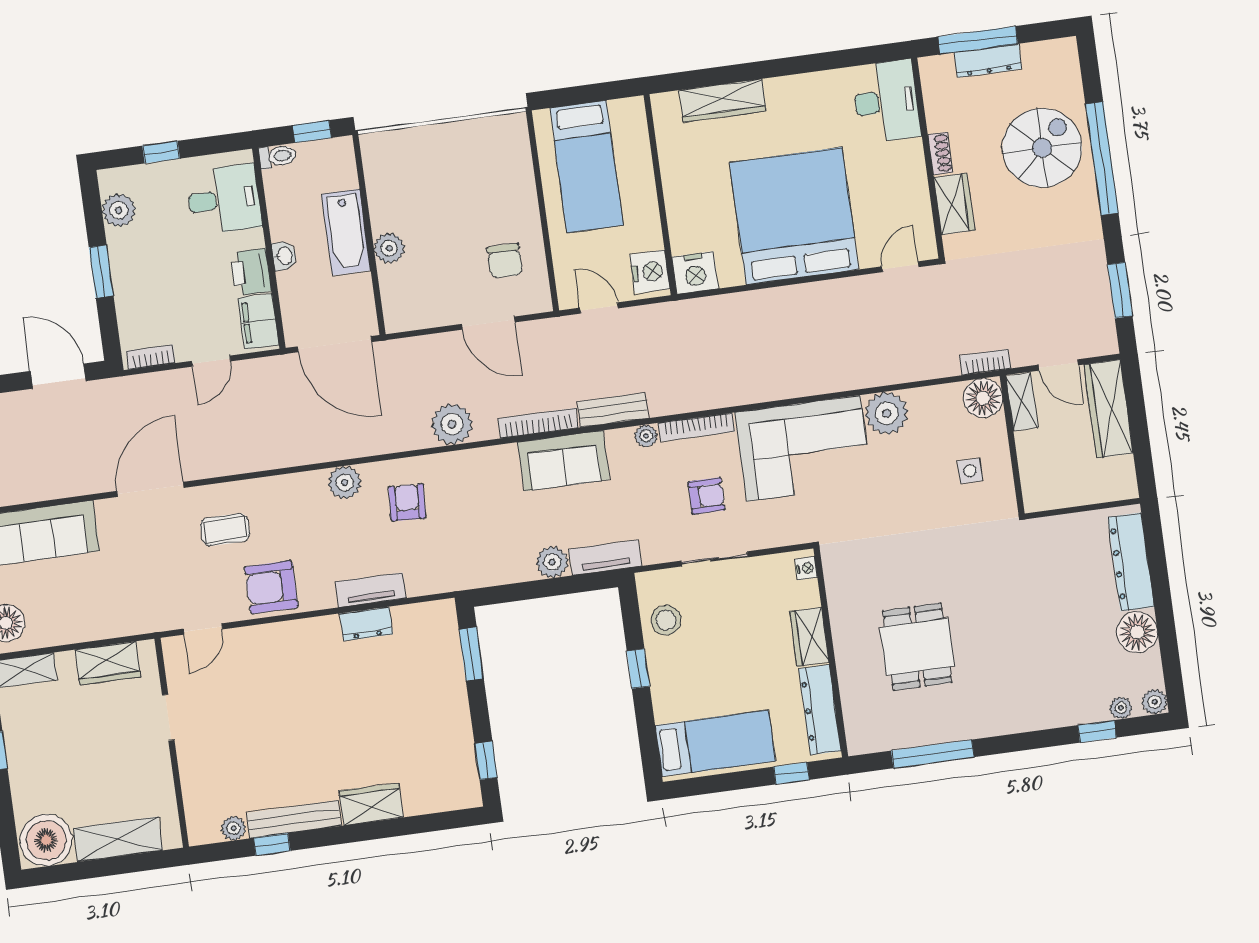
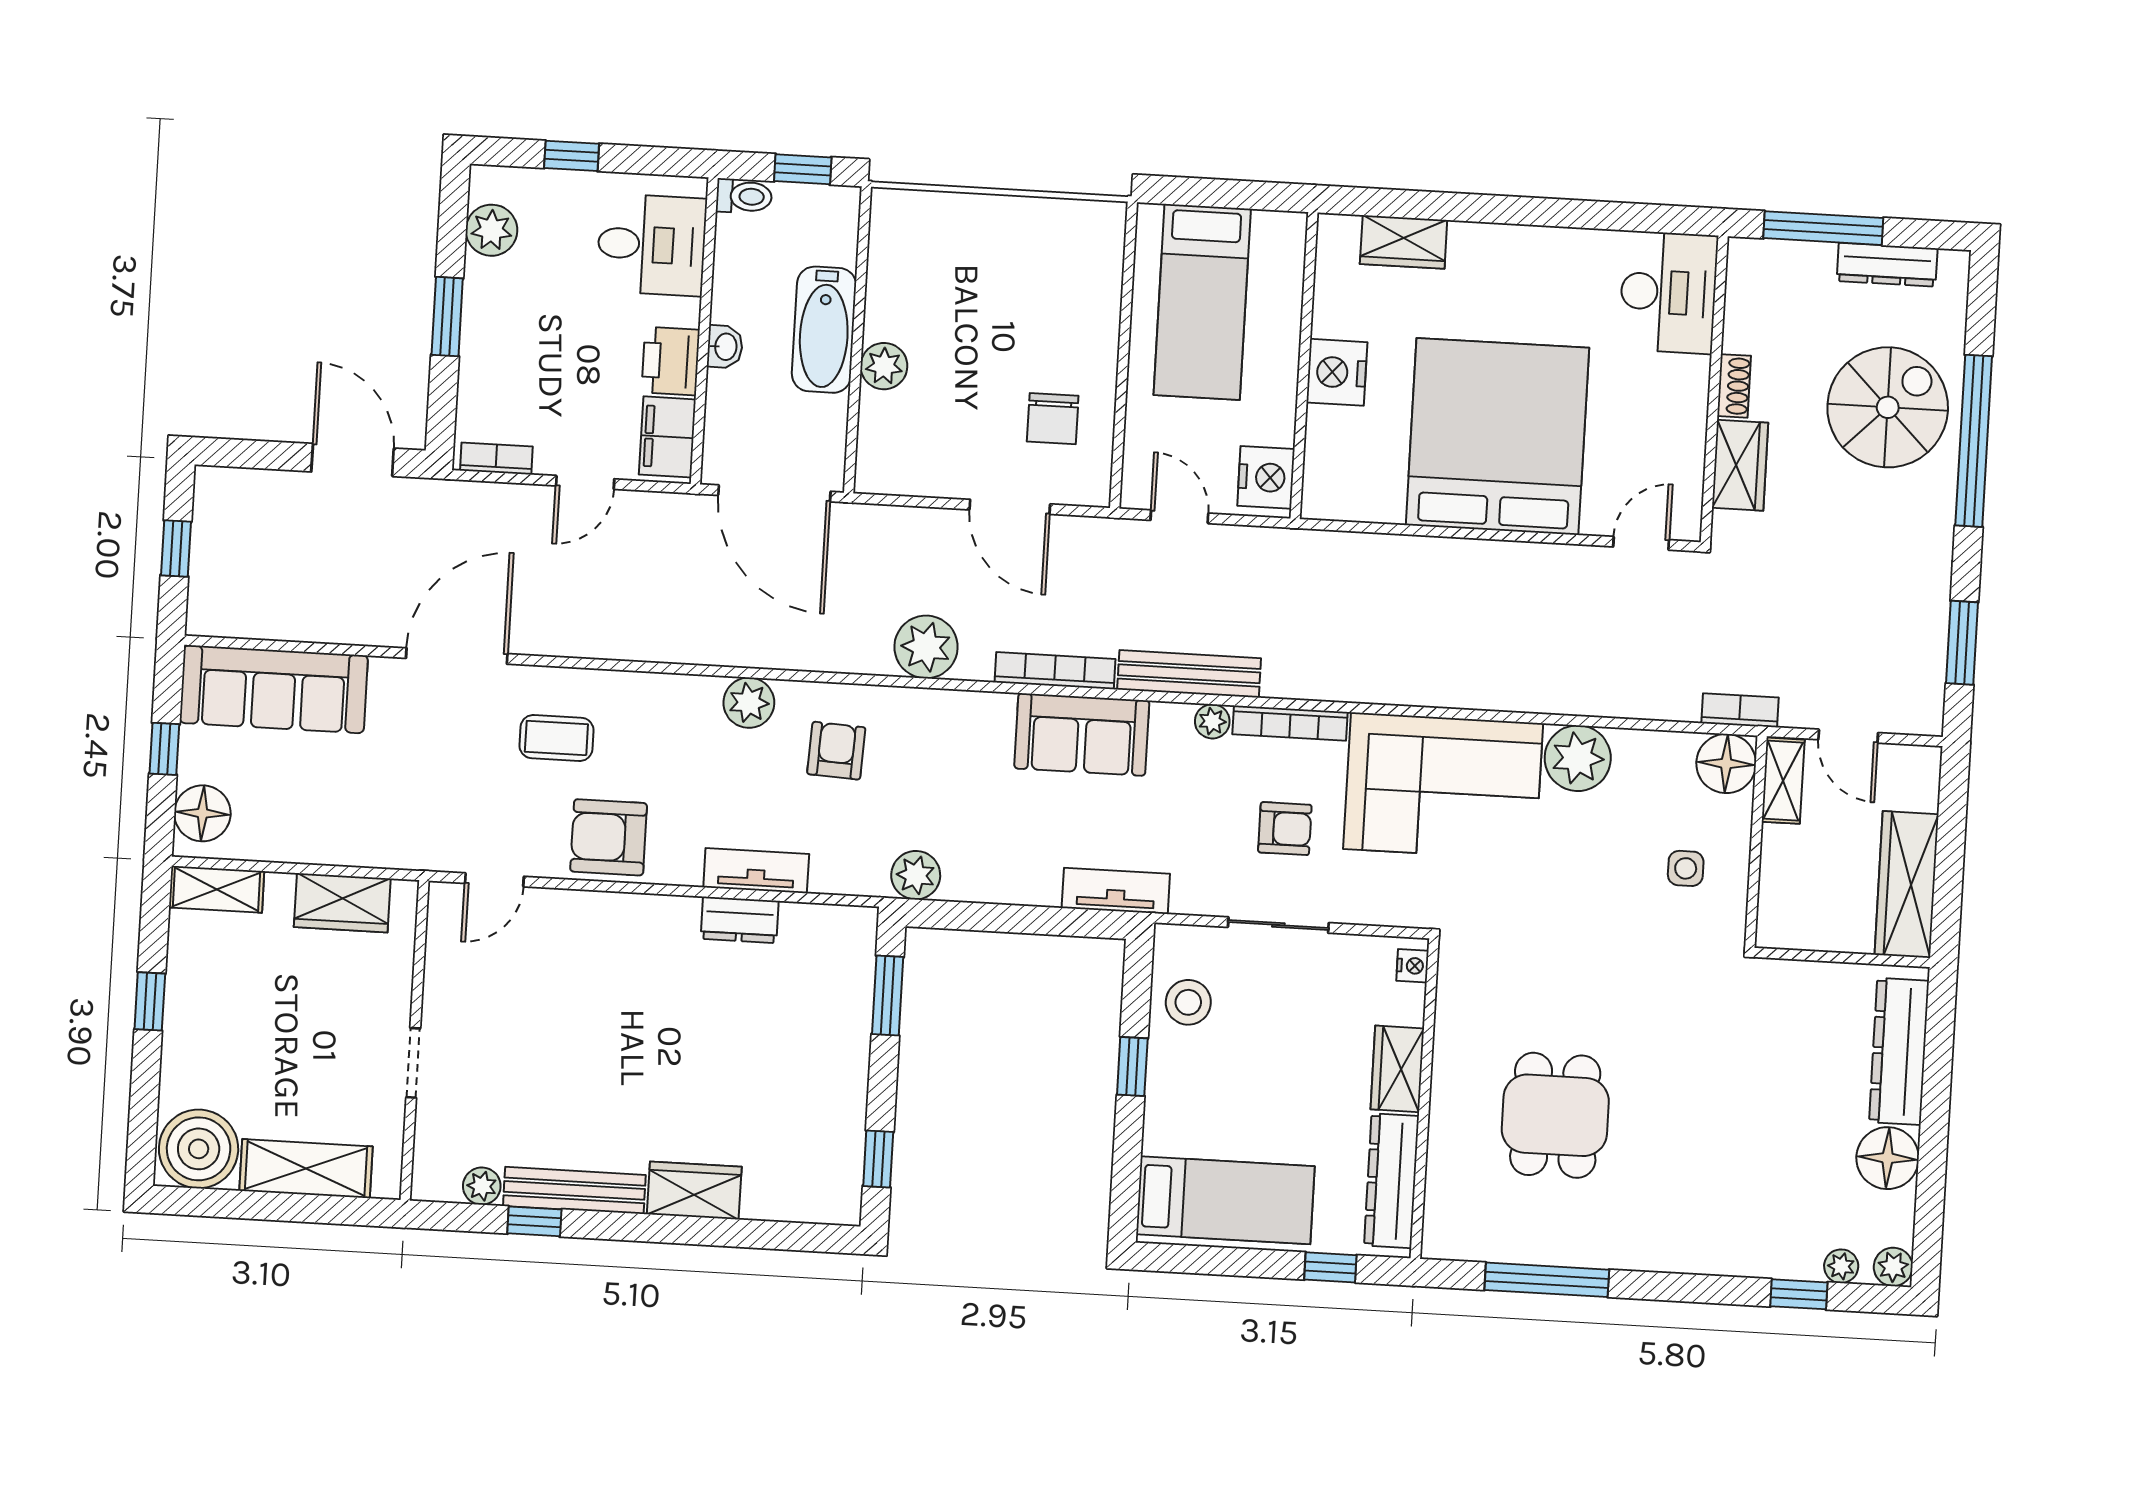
dresser: (988, 61) -> (1887, 265), moved
wardrobe: (723, 101) -> (1404, 242), width x0.67
nightstand: (695, 273) -> (1337, 372), moved, turned 90
wardrobe: (1109, 409) -> (1907, 884), moved
bench: (613, 410) -> (1189, 674), width x1.36
plant: (552, 562) -> (916, 875), moved
doorway: (168, 717) -> (413, 1063), moved

